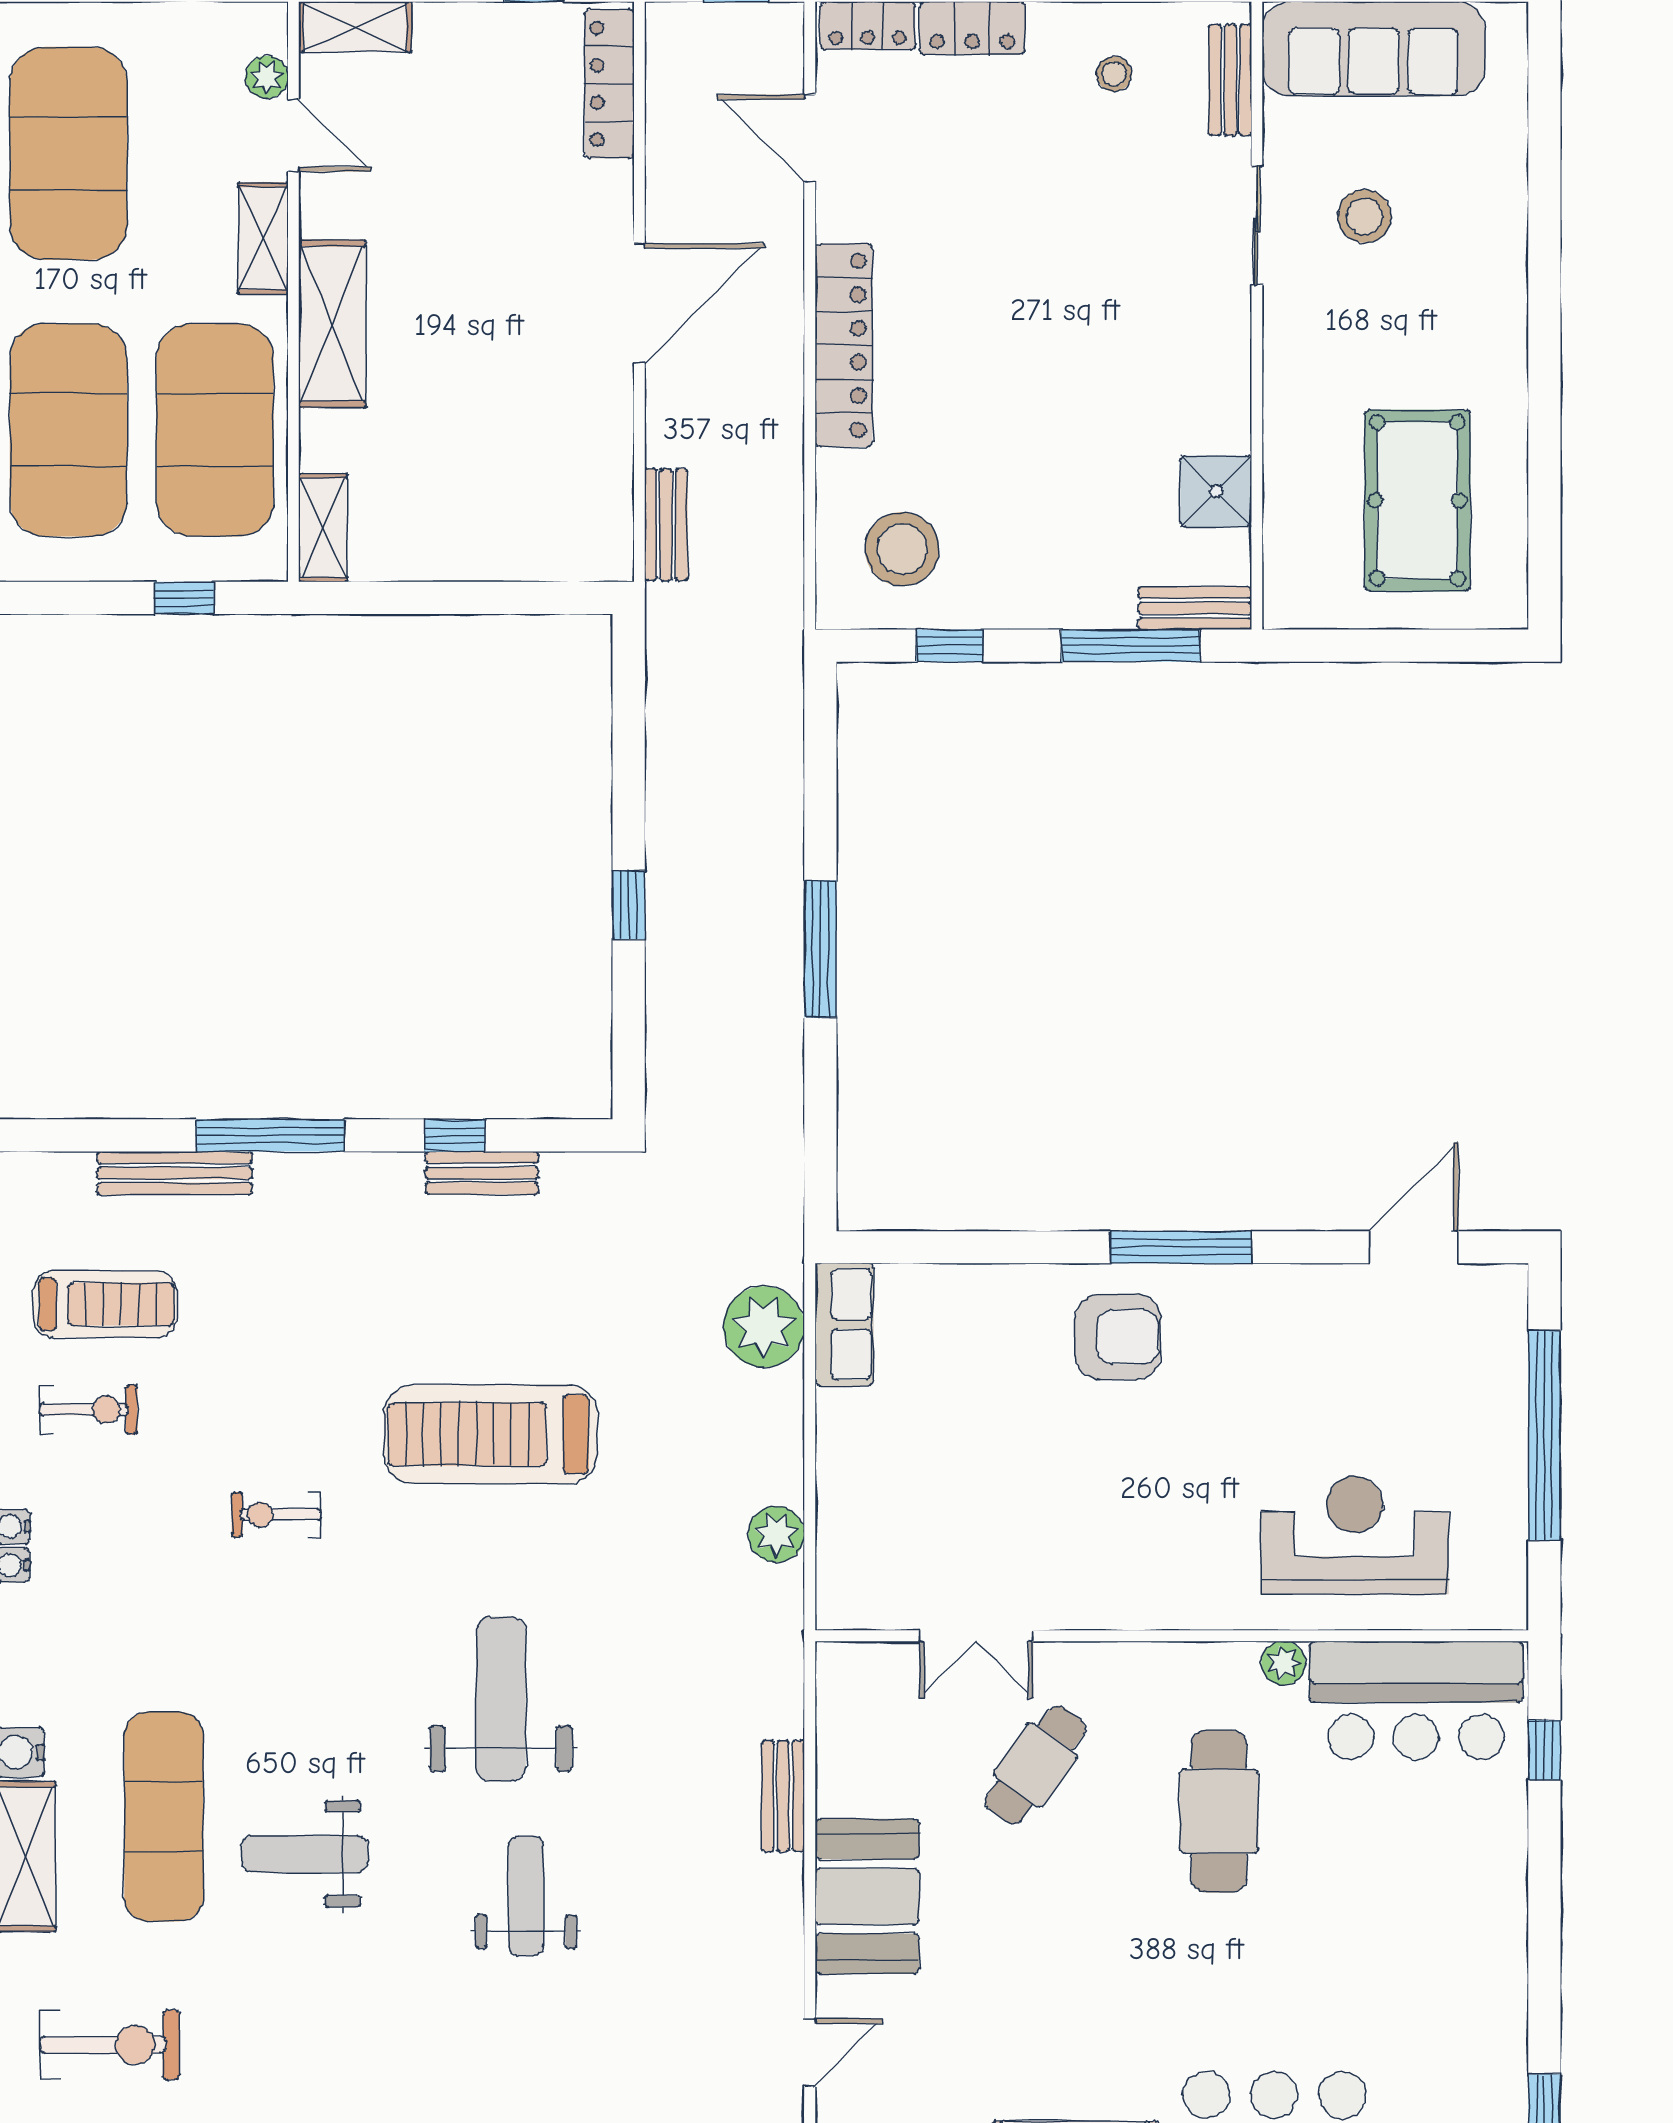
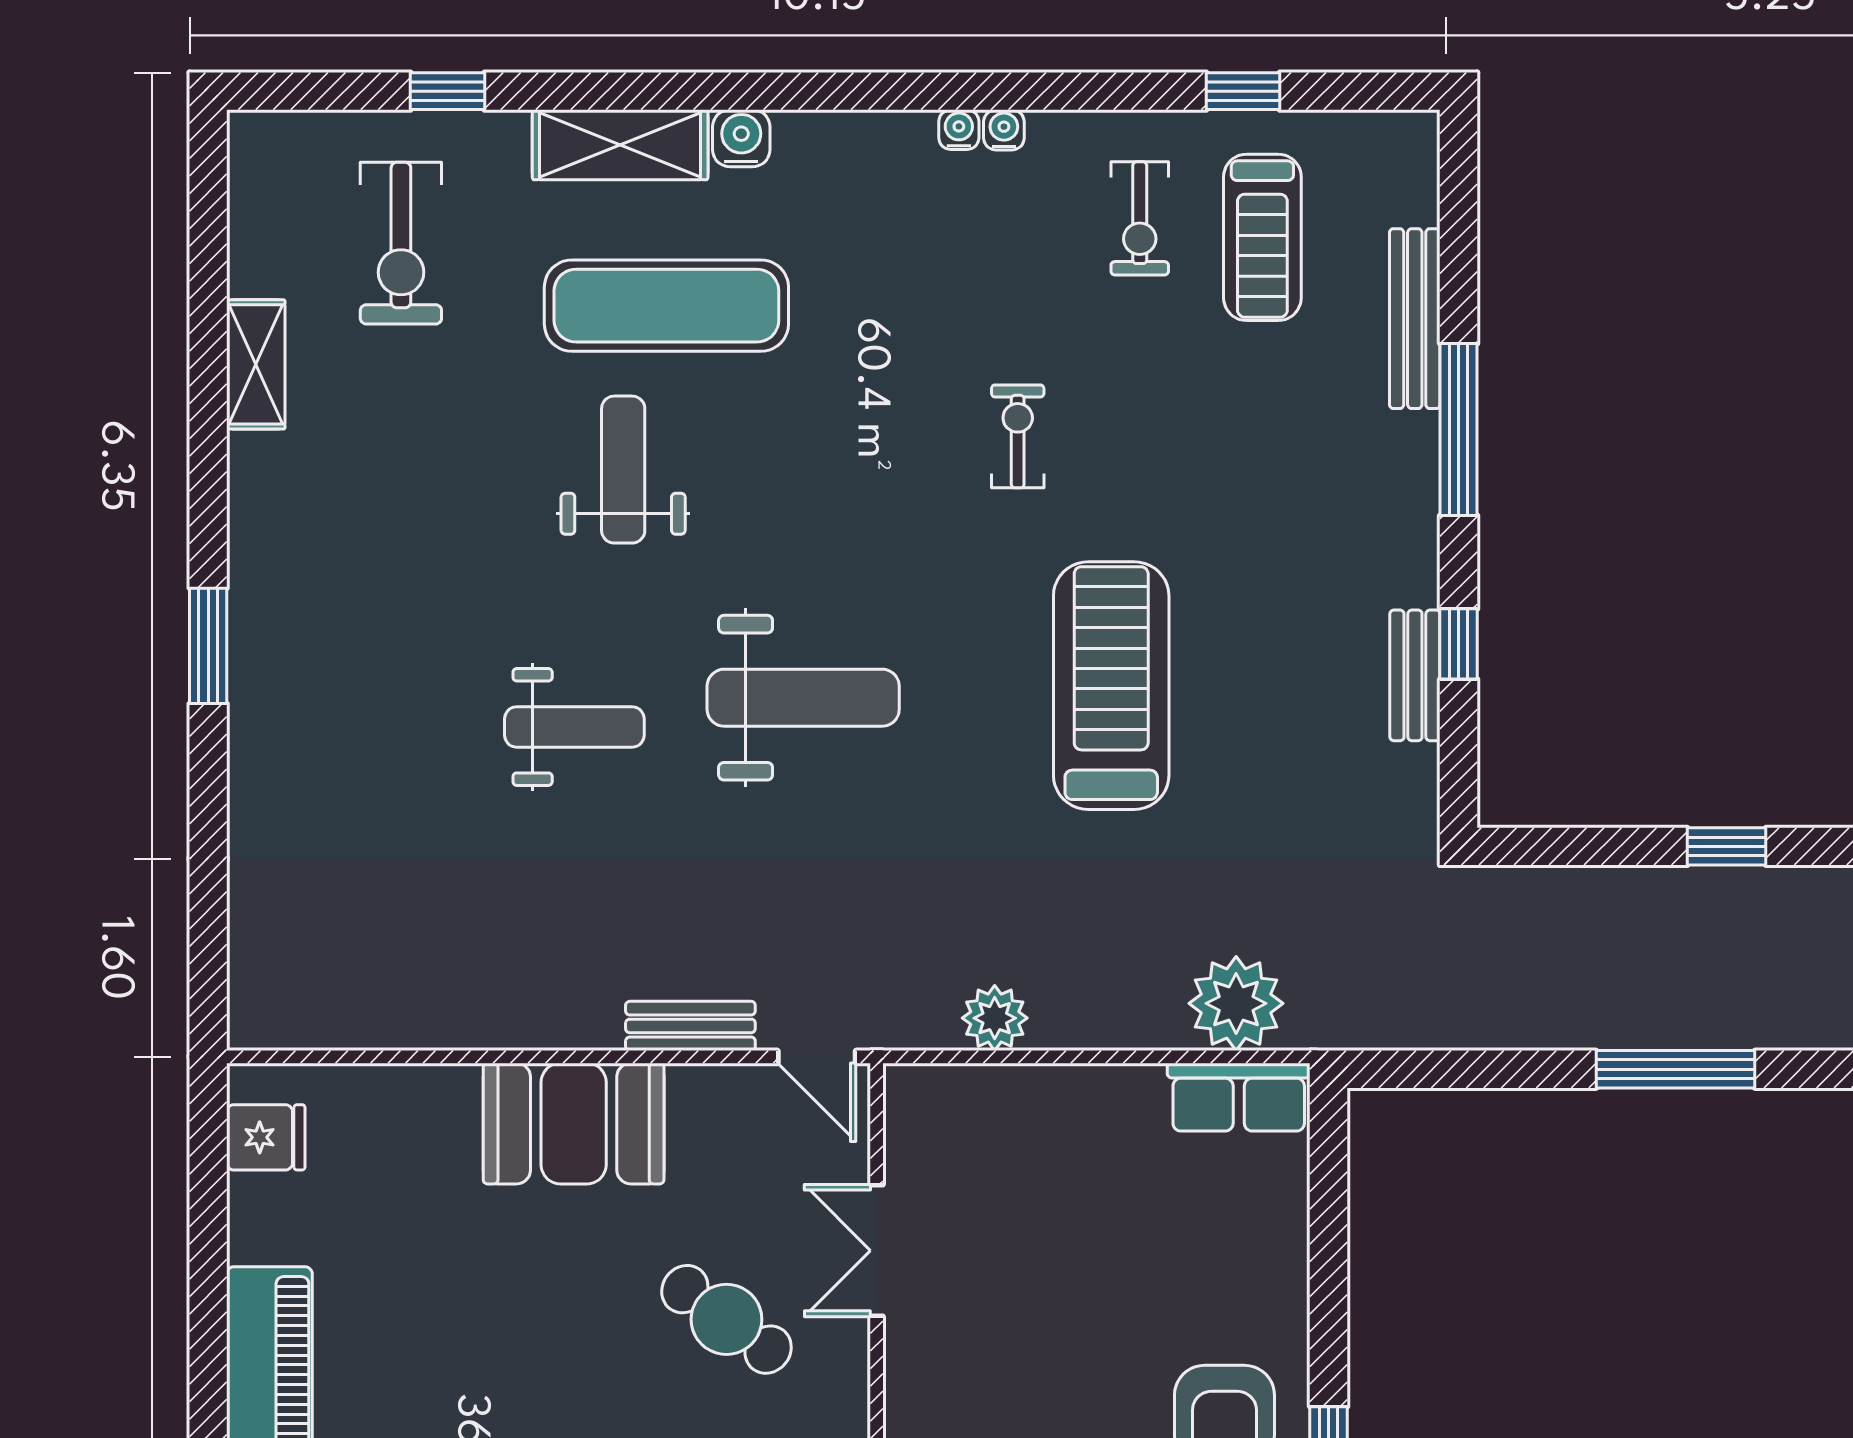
door: (810, 2052) -> (817, 1057), moved

